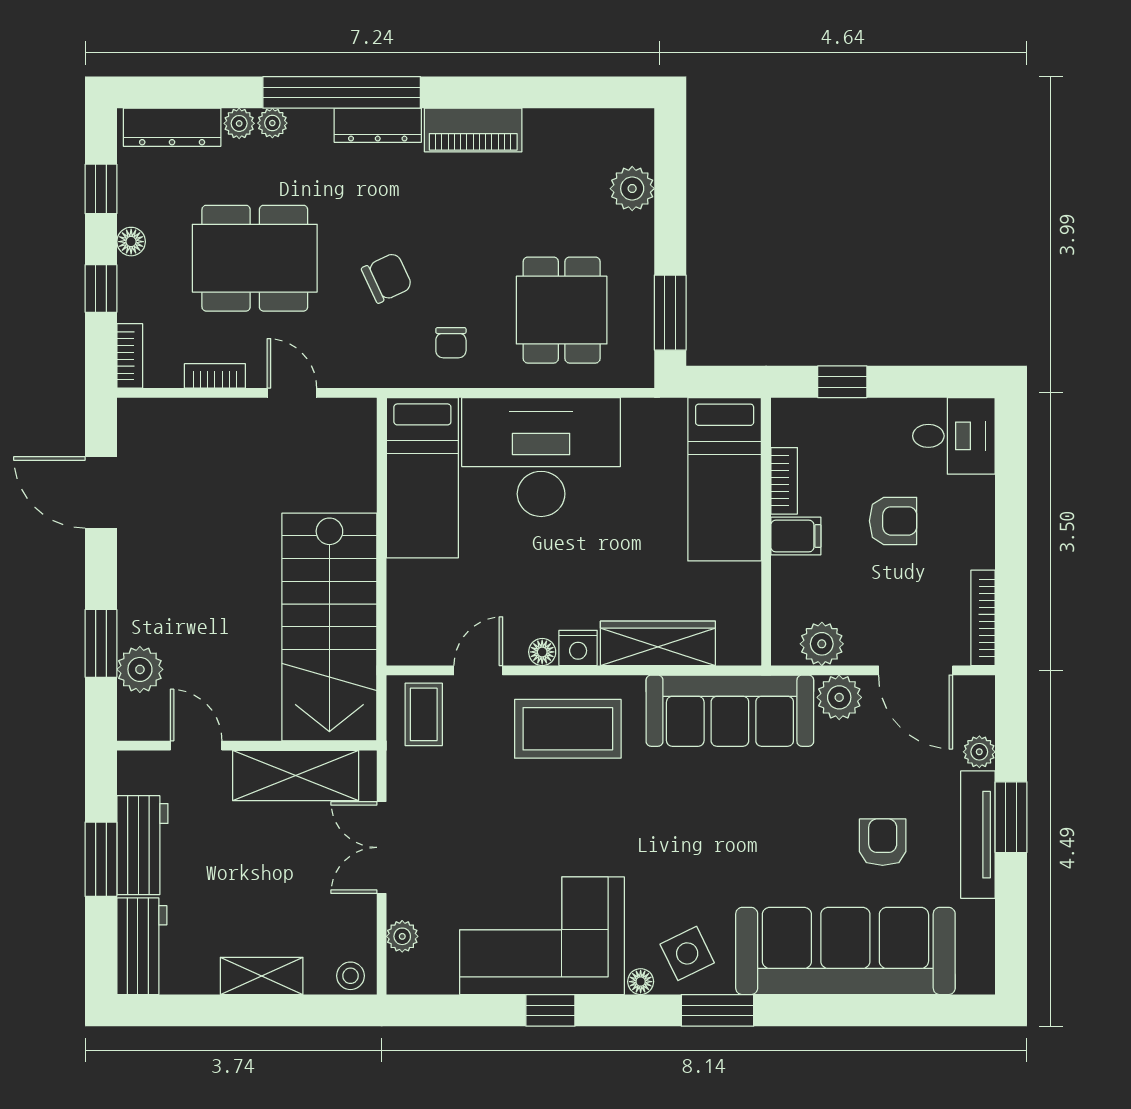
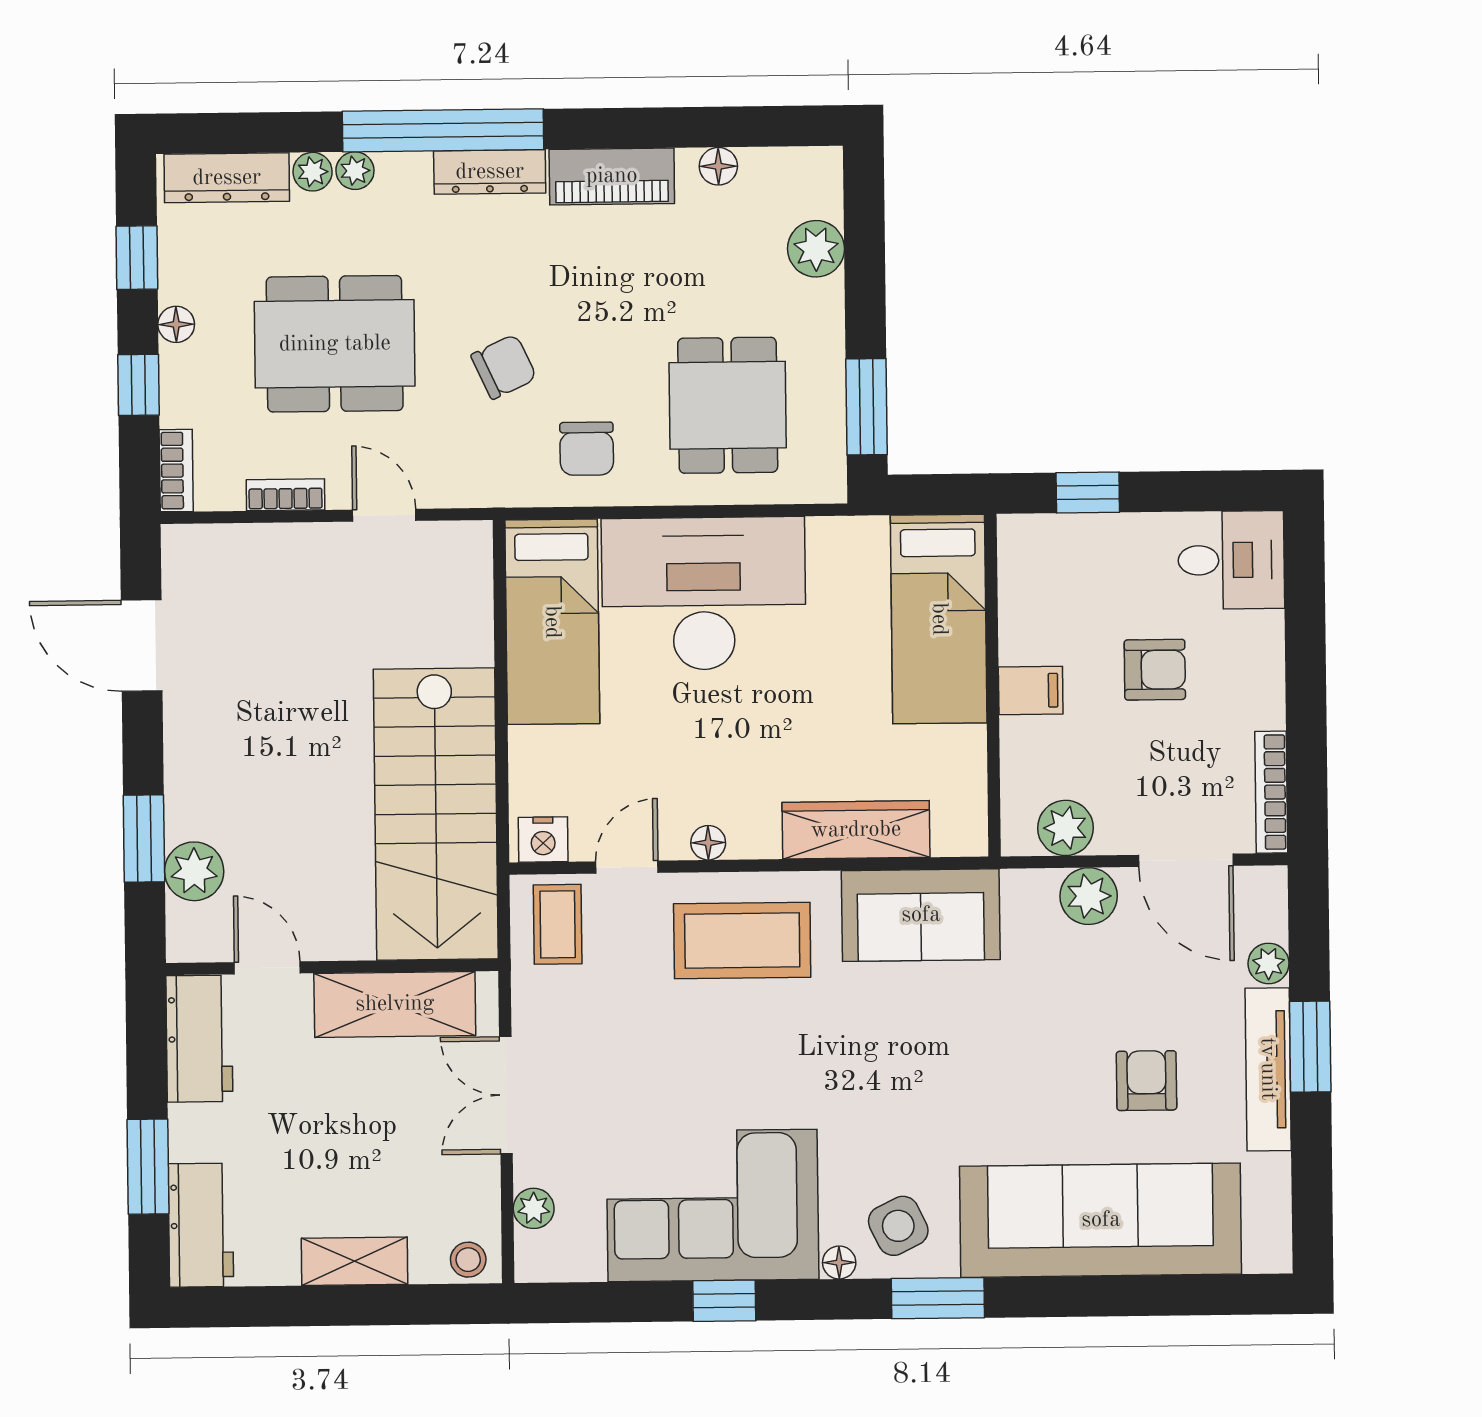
floor lamp: (557, 123) -> (718, 166), added
chair: (451, 343) -> (587, 449), width x1.37, depth x1.37
bookcase: (784, 481) -> (1015, 620), removed
nightstand: (578, 648) -> (543, 839), moved
sofa: (730, 711) -> (921, 915), width x0.73
workbench: (142, 845) -> (199, 1039), moved
window: (101, 859) -> (148, 1167), moved

